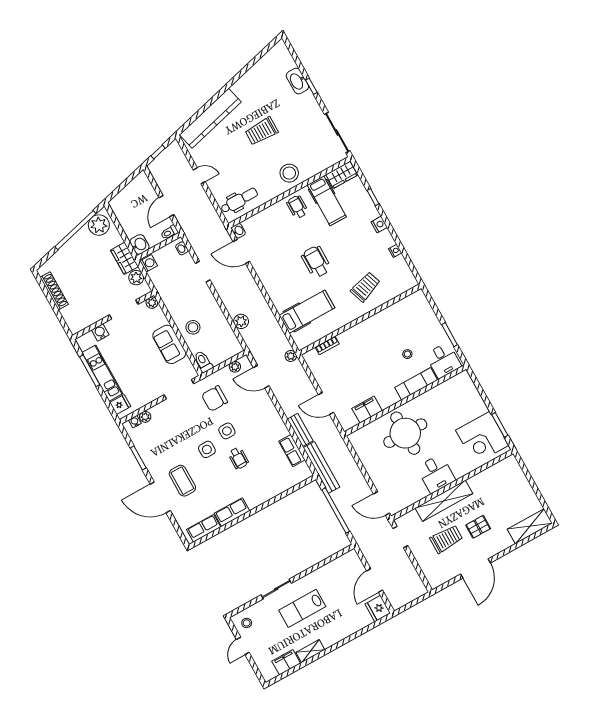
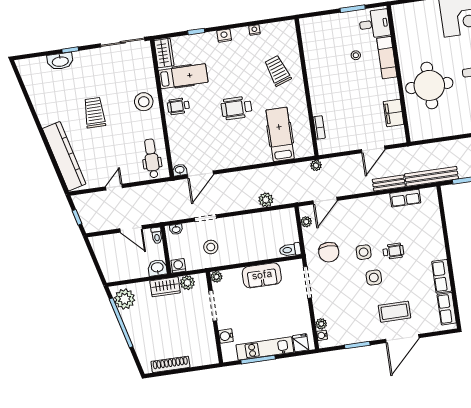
trolley: (262, 131) -> (94, 113), turned 180
stool: (193, 327) -> (211, 247), moved

